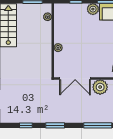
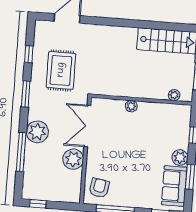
rug: (36, 101) -> (61, 70), added
plant: (82, 115) -> (37, 132), added

